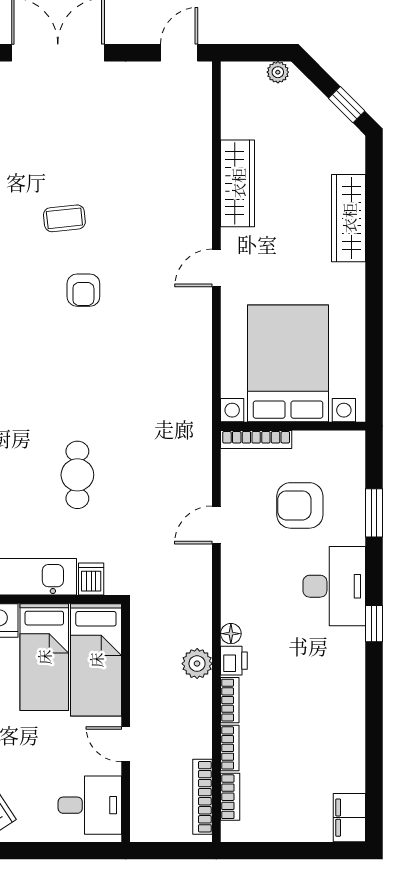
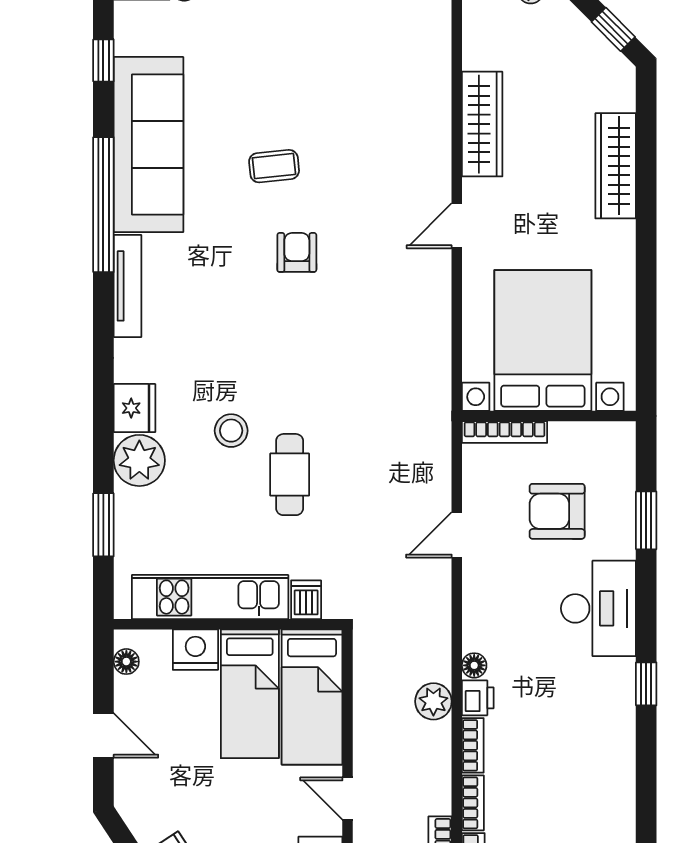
armchair: (83, 290) -> (297, 252), turned 180
stool: (29, 438) -> (231, 431), added
window: (374, 624) -> (646, 684), moved

